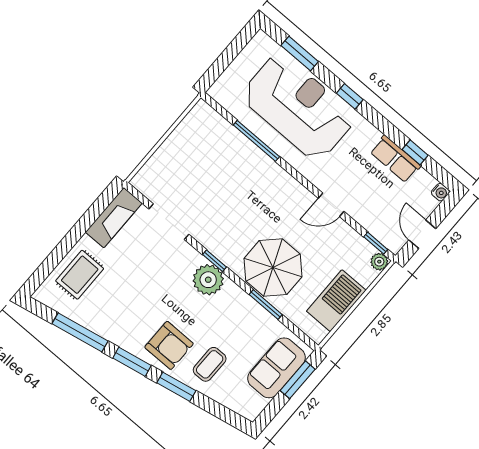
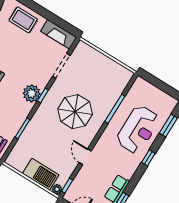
reception desk: (298, 107) -> (138, 129), width x0.74, depth x0.77
parasol: (273, 268) -> (75, 112), moved
barbecue: (336, 301) -> (41, 174), moved

